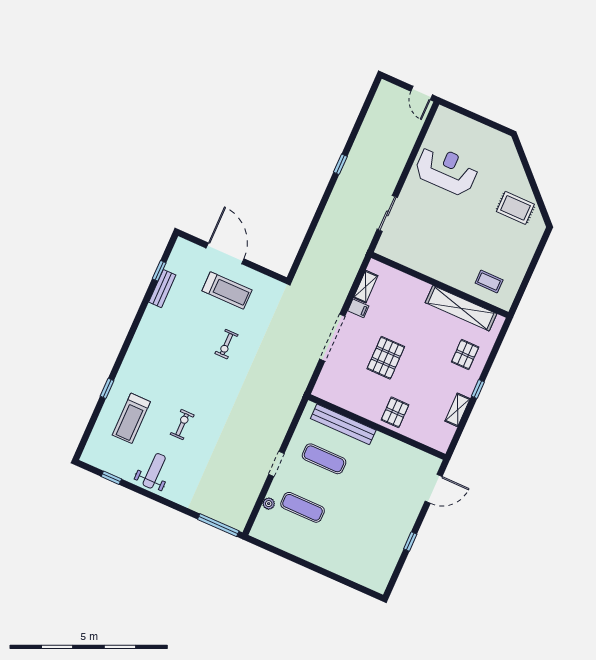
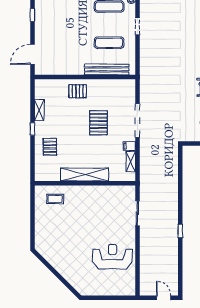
door: (422, 93) -> (164, 298), moved
reception desk: (447, 170) -> (112, 257), turned 180
rug: (515, 208) -> (59, 252), removed
shelving: (461, 308) -> (85, 175), moved
pallet: (395, 412) -> (78, 91), turned 90

